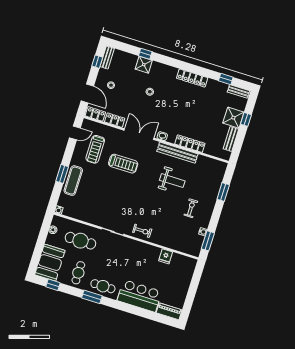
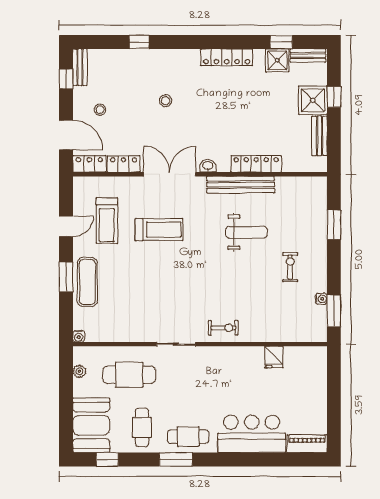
shower: (144, 65) -> (277, 60), moved
door: (75, 133) -> (66, 226), moved

